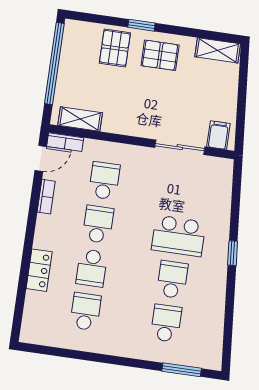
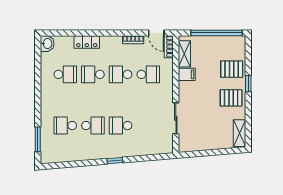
pallet: (160, 55) -> (231, 98), turned 90
filing cabinet: (218, 135) -> (187, 74), moved
school desk: (98, 224) -> (121, 74), turned 180
school desk: (179, 236) -> (121, 126), width x0.54
school desk: (166, 323) -> (65, 126), turned 180
washbasin: (33, 333) -> (47, 44), added

